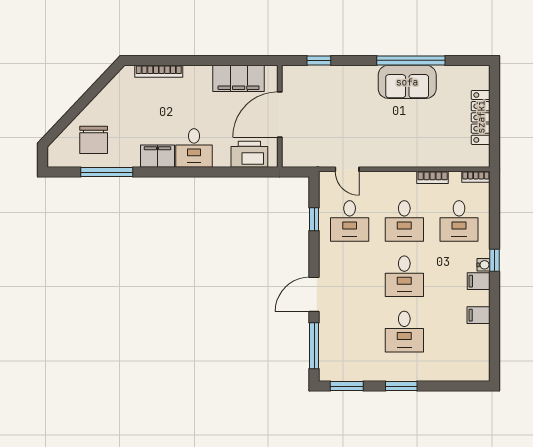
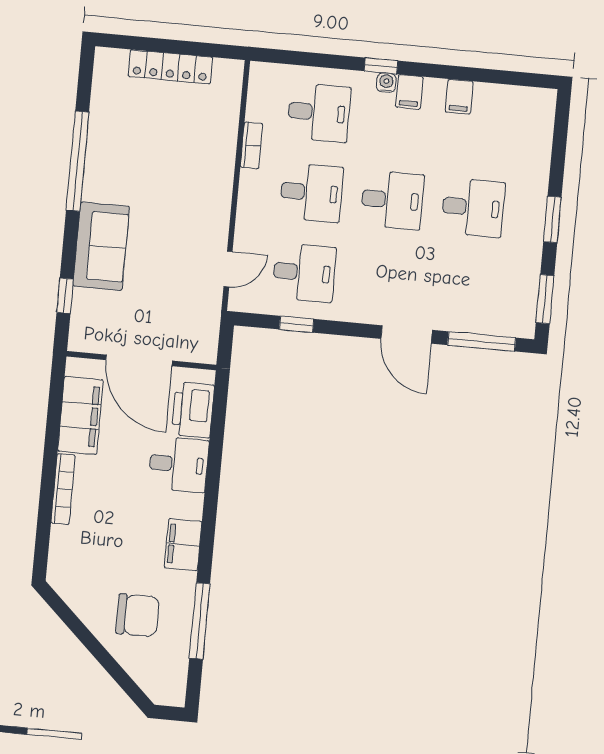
bookcase: (159, 71) -> (63, 489), moved
sofa: (407, 82) -> (101, 246), moved
chair: (94, 140) -> (137, 615), moved
desk: (194, 148) -> (179, 464), moved
bookcase: (476, 177) -> (256, 82), removed

